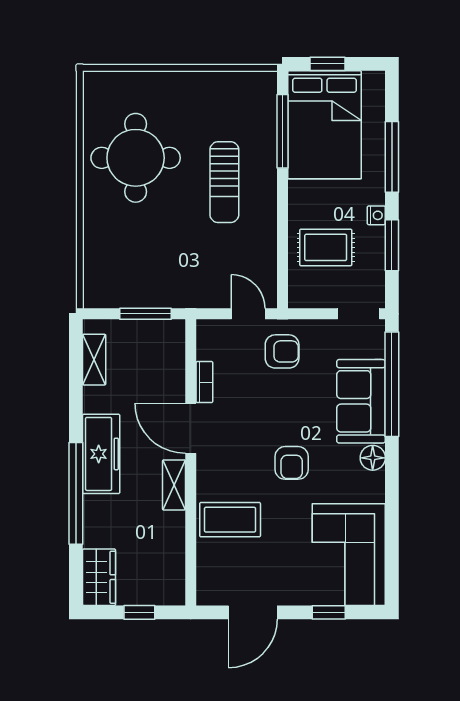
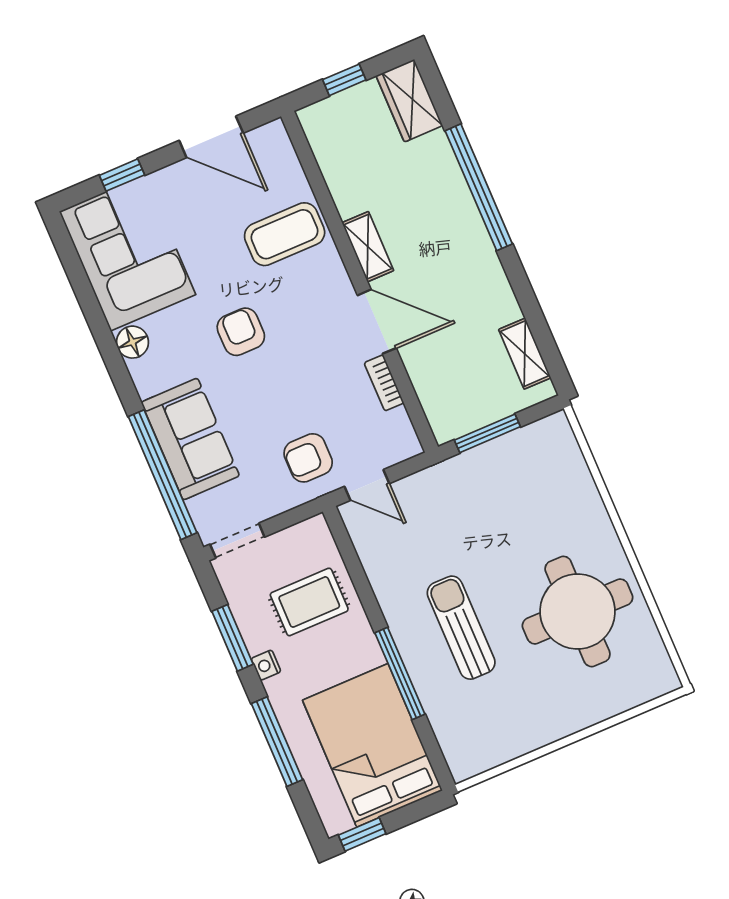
window: (328, 64) -> (362, 834), moved
window: (283, 131) -> (400, 674), moved
freezer: (101, 454) -> (469, 246), removed
floor lamp: (373, 458) -> (132, 342), moved
door: (253, 612) -> (211, 137), swing flipped

